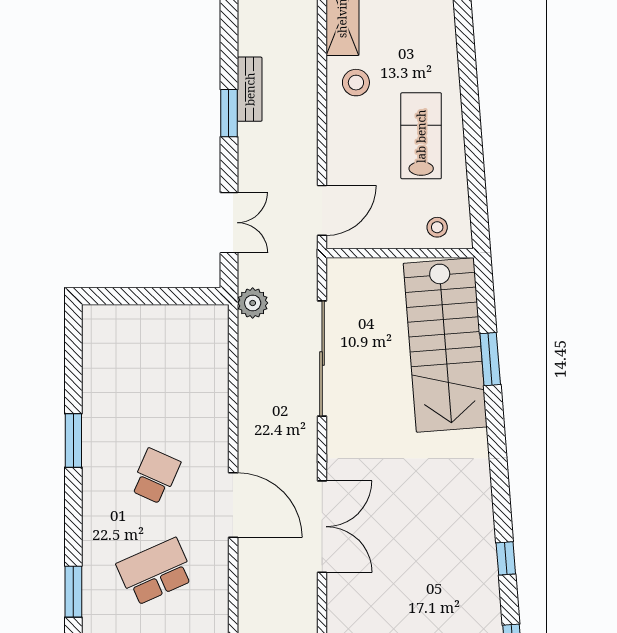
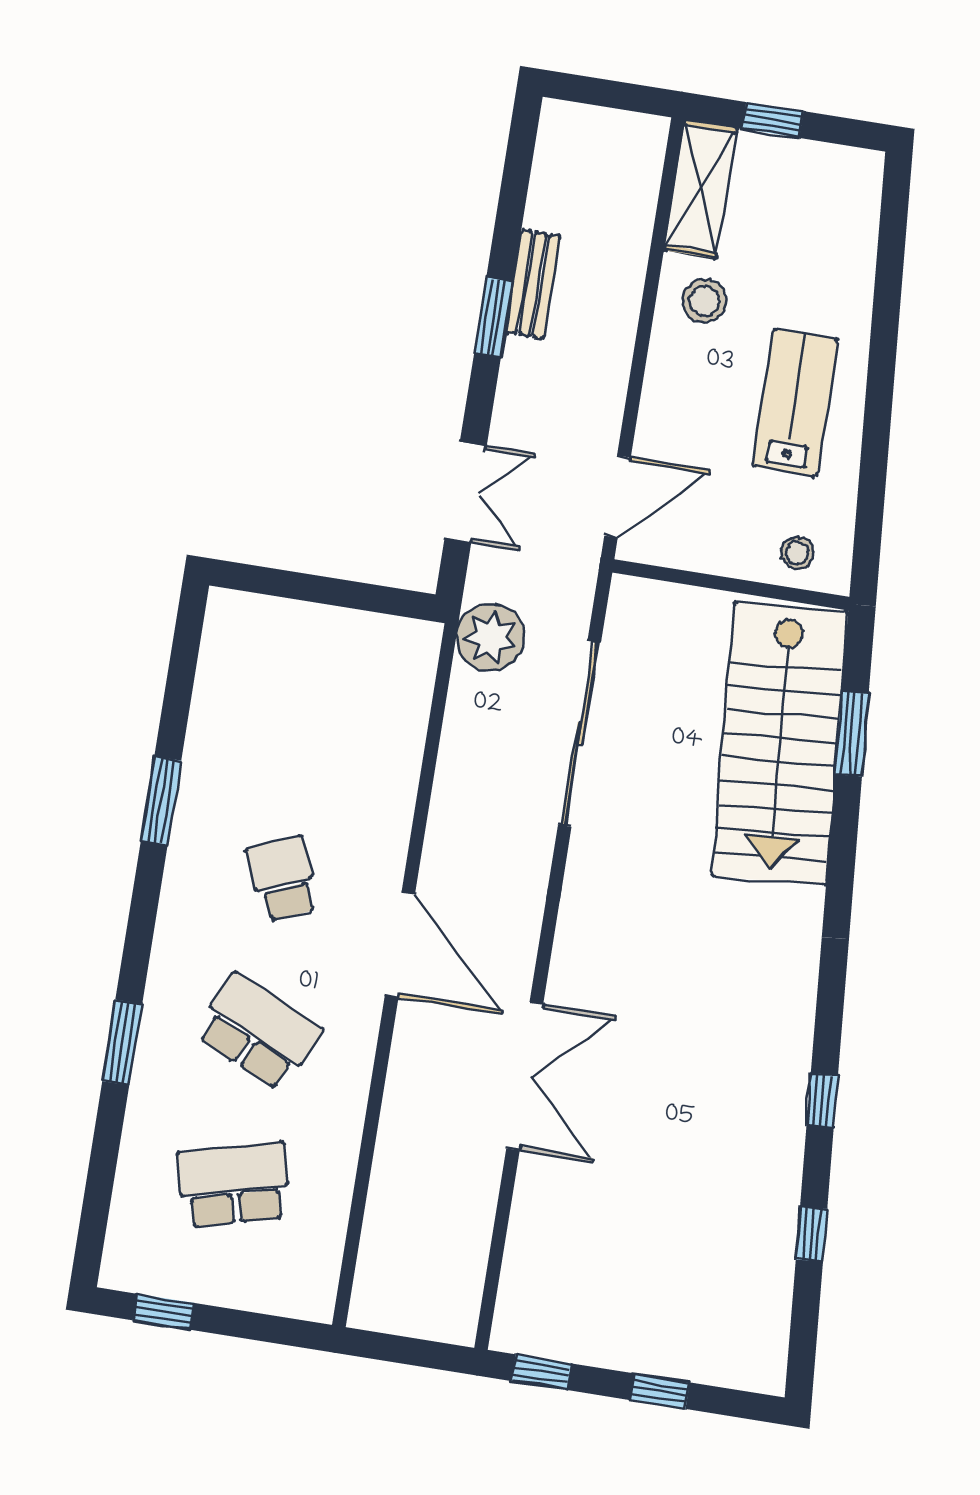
plant: (253, 303) -> (490, 637), width x1.36, depth x1.36
window: (490, 359) -> (852, 733), moved
school desk: (155, 476) -> (283, 879), turned -48
double door: (322, 527) -> (525, 1076), moved
school desk: (155, 572) -> (258, 1032), turned 48

